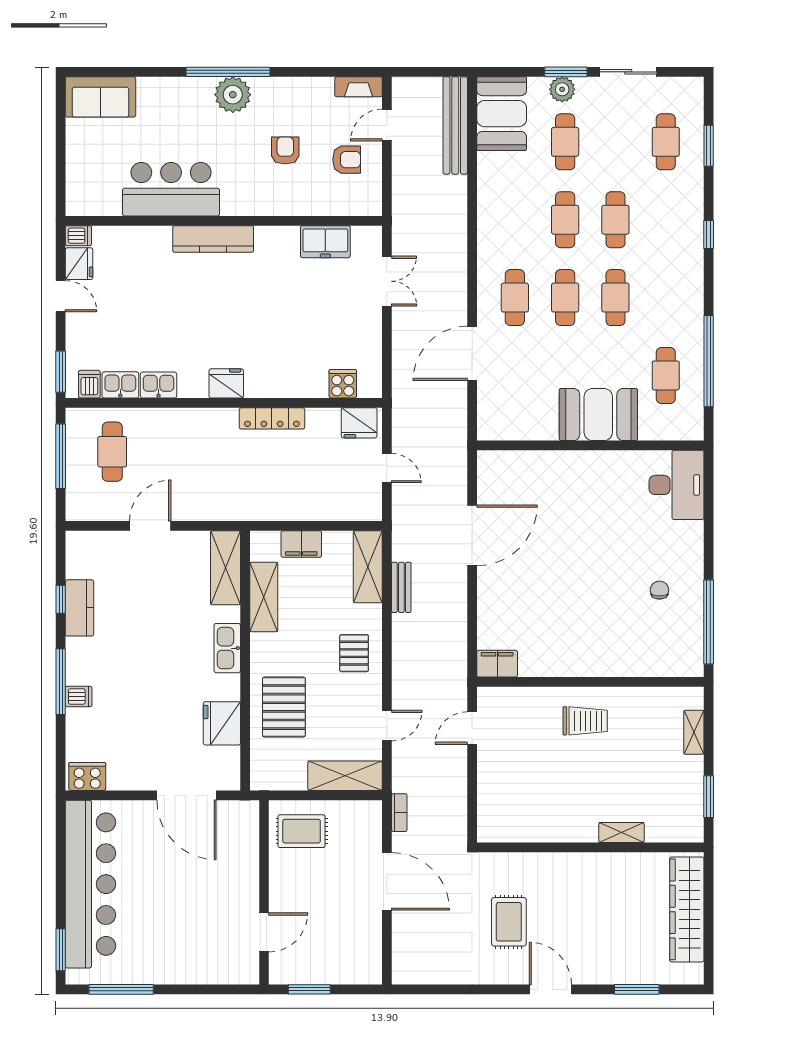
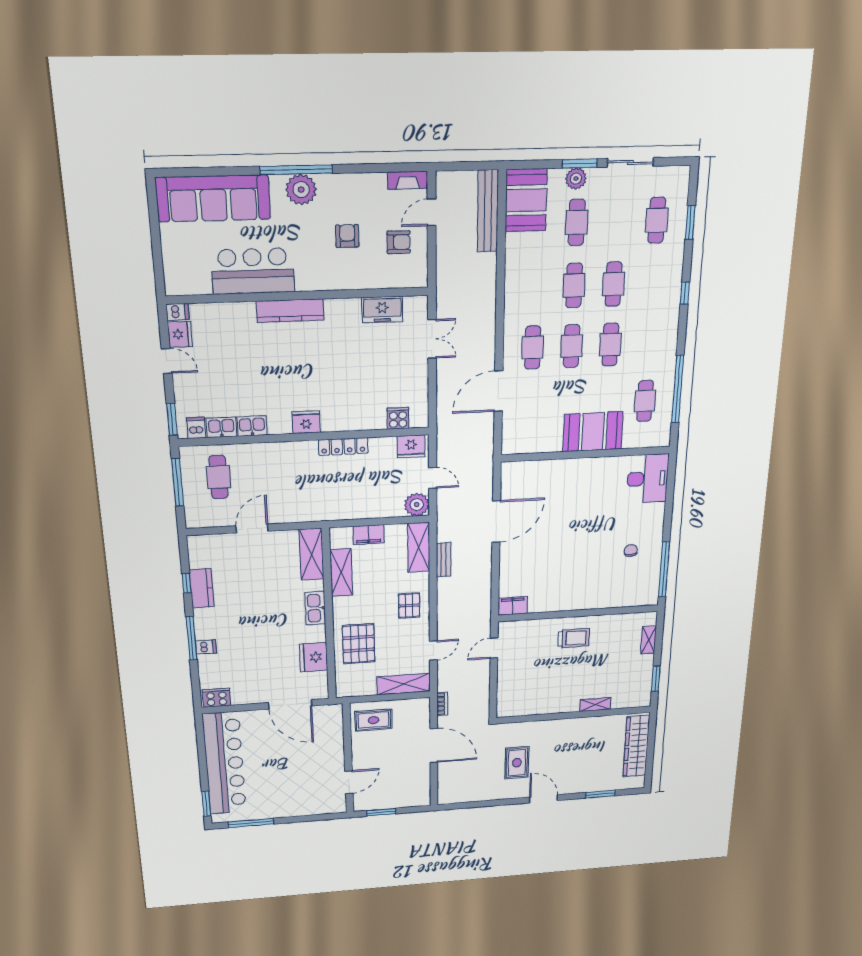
sofa: (100, 97) -> (213, 198), width x1.85, depth x1.27
plant: (366, 505) -> (417, 505), added

